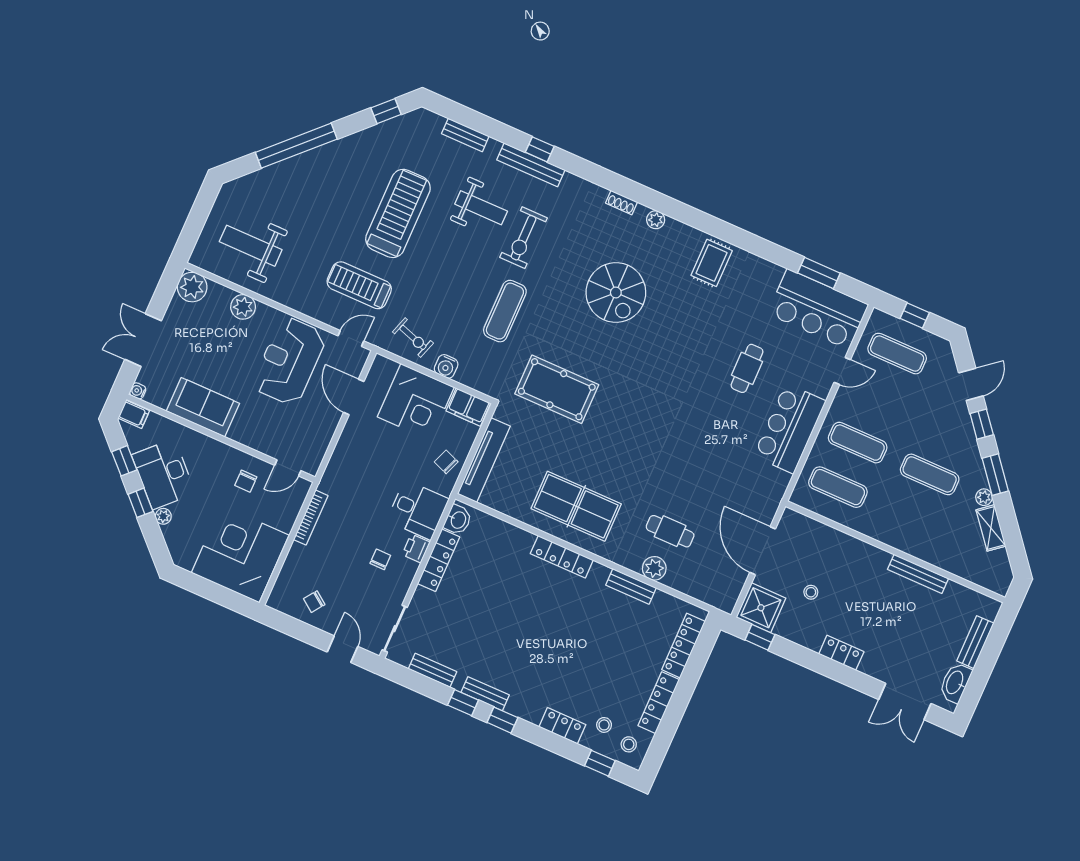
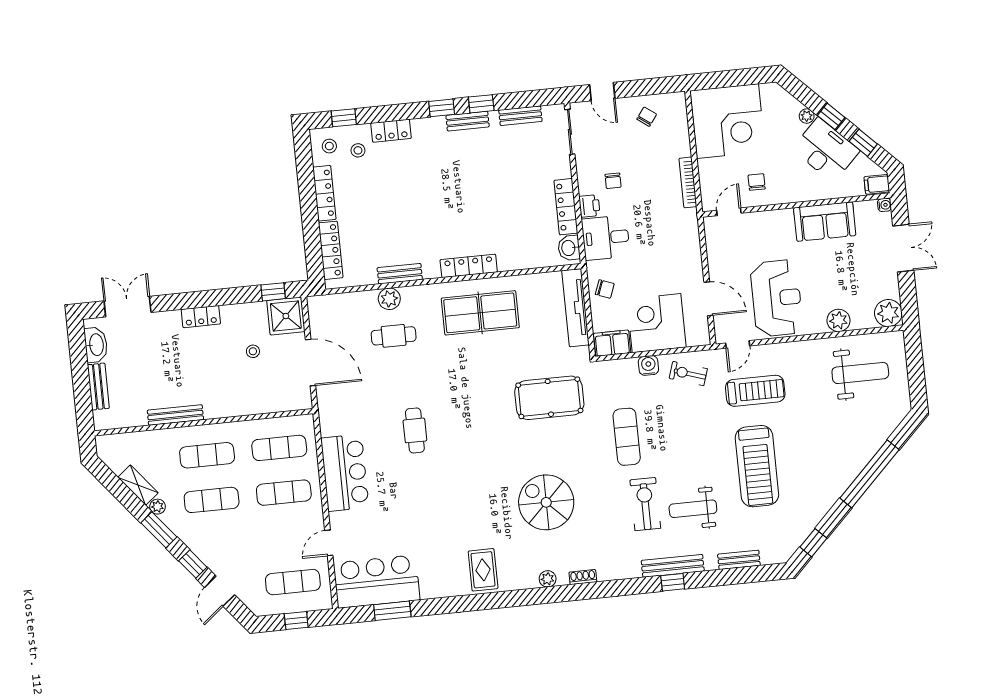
cafe table: (747, 368) -> (415, 430), moved
exercise mat: (910, 519) -> (207, 455), added

